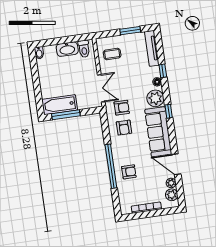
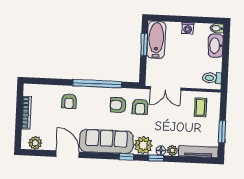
washbasin: (67, 49) -> (216, 46), moved
window: (163, 71) -> (156, 158), moved
washing machine: (44, 79) -> (188, 28), added
window: (66, 115) -> (144, 45), width x0.69
door: (176, 164) -> (67, 154), hinge flipped
window: (111, 166) -> (97, 84), moved
plant: (171, 183) -> (172, 150), moved

